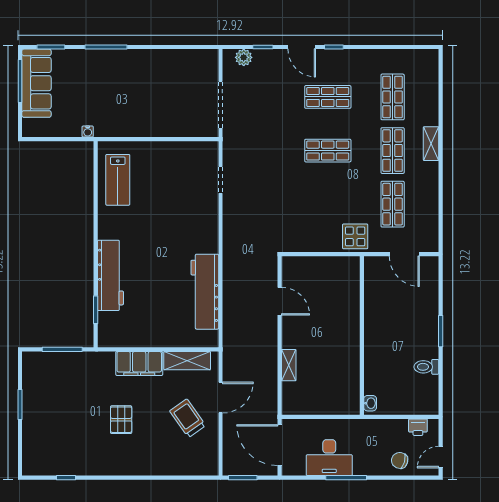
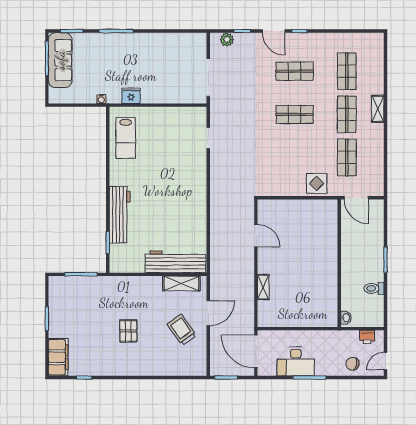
fridge: (125, 127) -> (131, 96), added
workbench: (205, 292) -> (175, 262), moved, turned 90
wall: (362, 335) -> (339, 263), moved
filing cabinet: (139, 363) -> (58, 357), moved, turned -90
washbasin: (370, 403) -> (346, 318), moved

